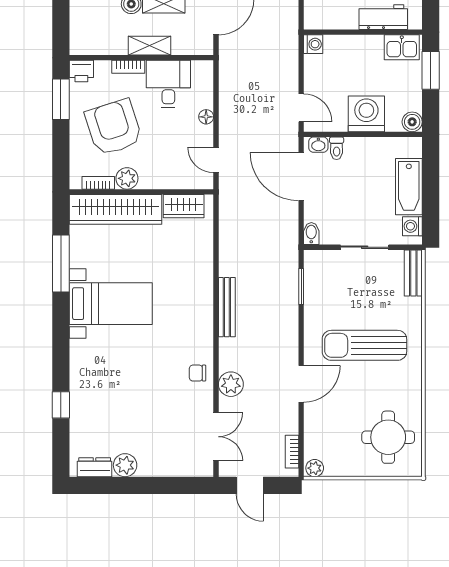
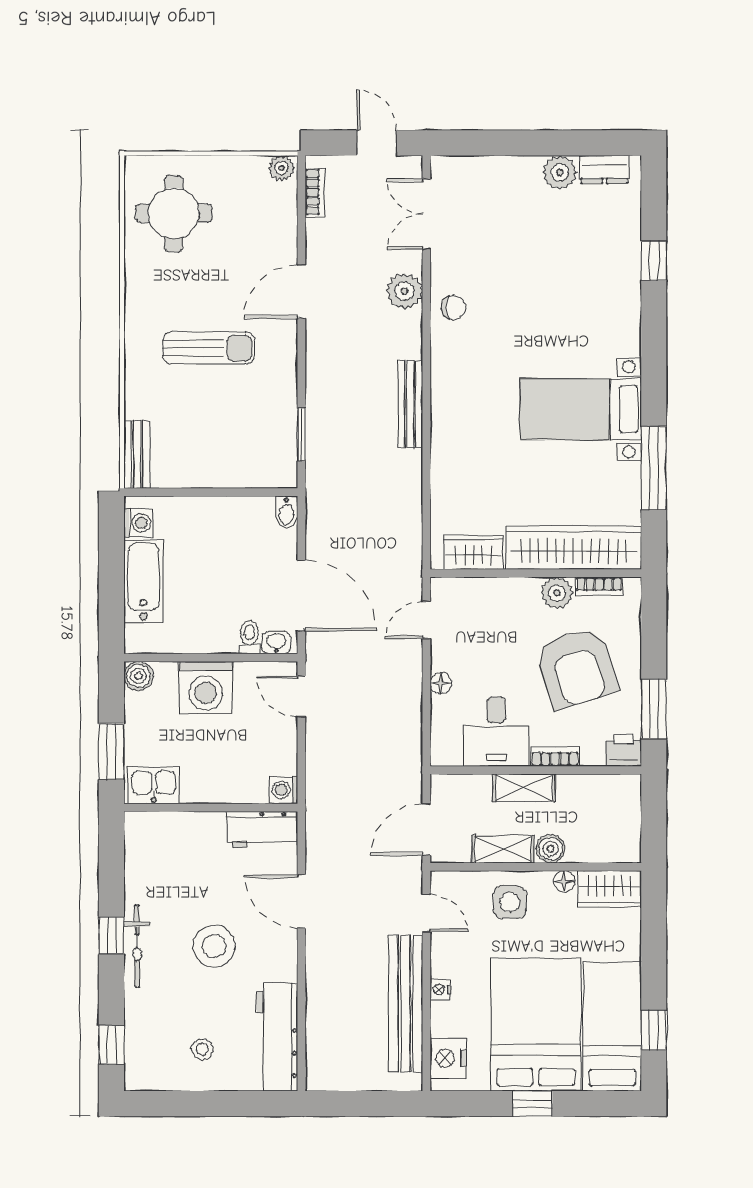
workbench: (383, 17) -> (262, 830), moved
door: (216, 160) -> (426, 620), swing flipped
sliding door: (365, 247) -> (208, 492), removed
sun lounger: (364, 345) -> (209, 348), width x0.73, depth x0.75

